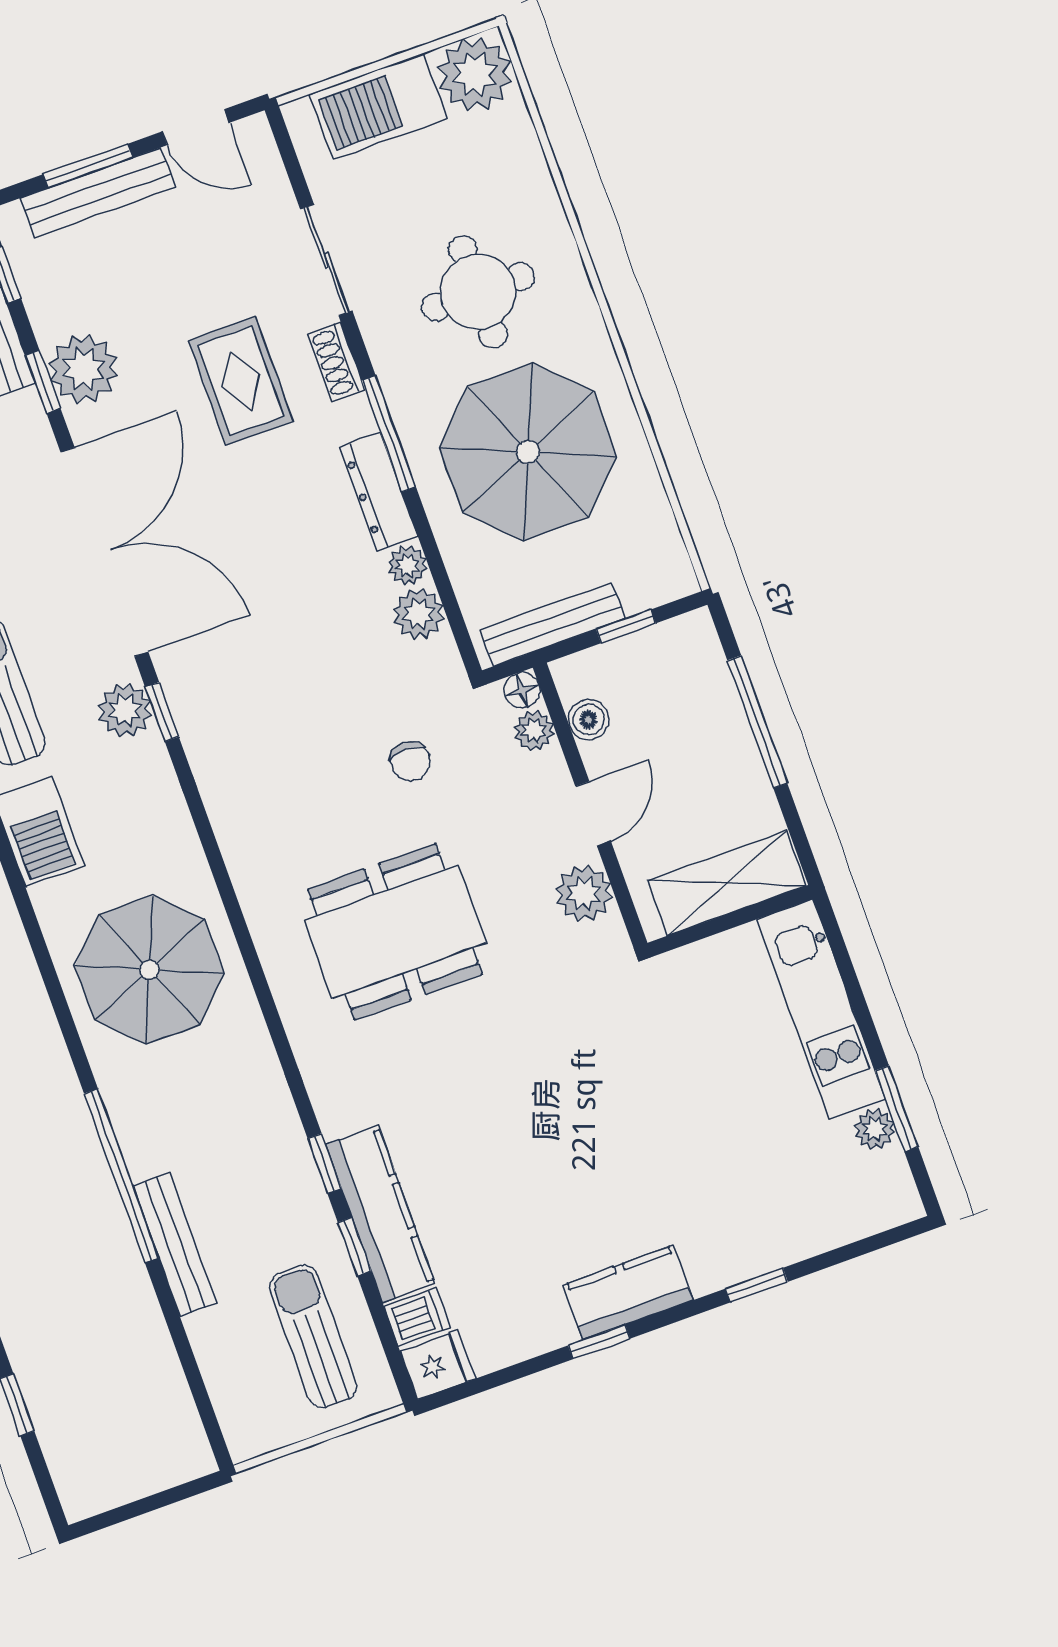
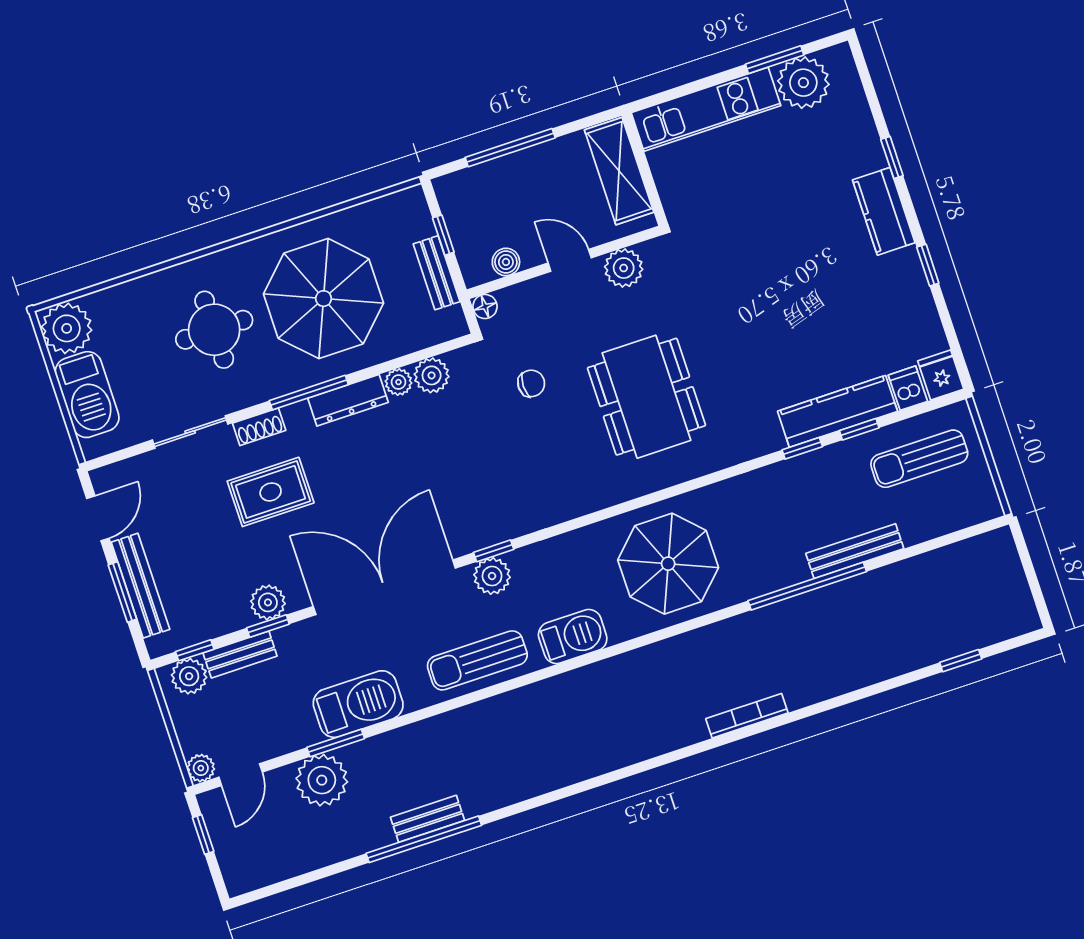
plant: (83, 369) -> (268, 602), width x0.73, depth x0.73
bench: (553, 624) -> (437, 273), width x0.73
plant: (534, 731) -> (512, 299), removed
plant: (874, 1129) -> (803, 83), width x1.88, depth x1.88
kitchen counter: (628, 1293) -> (884, 211), moved

